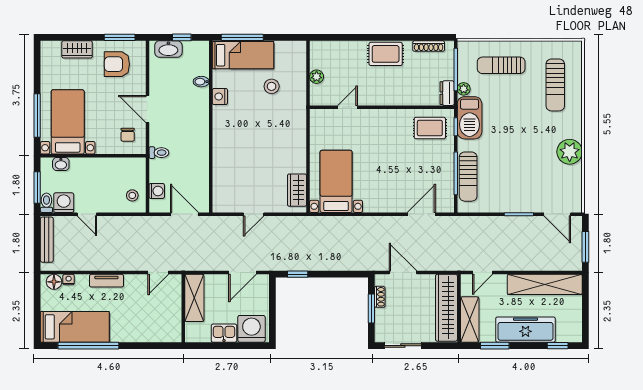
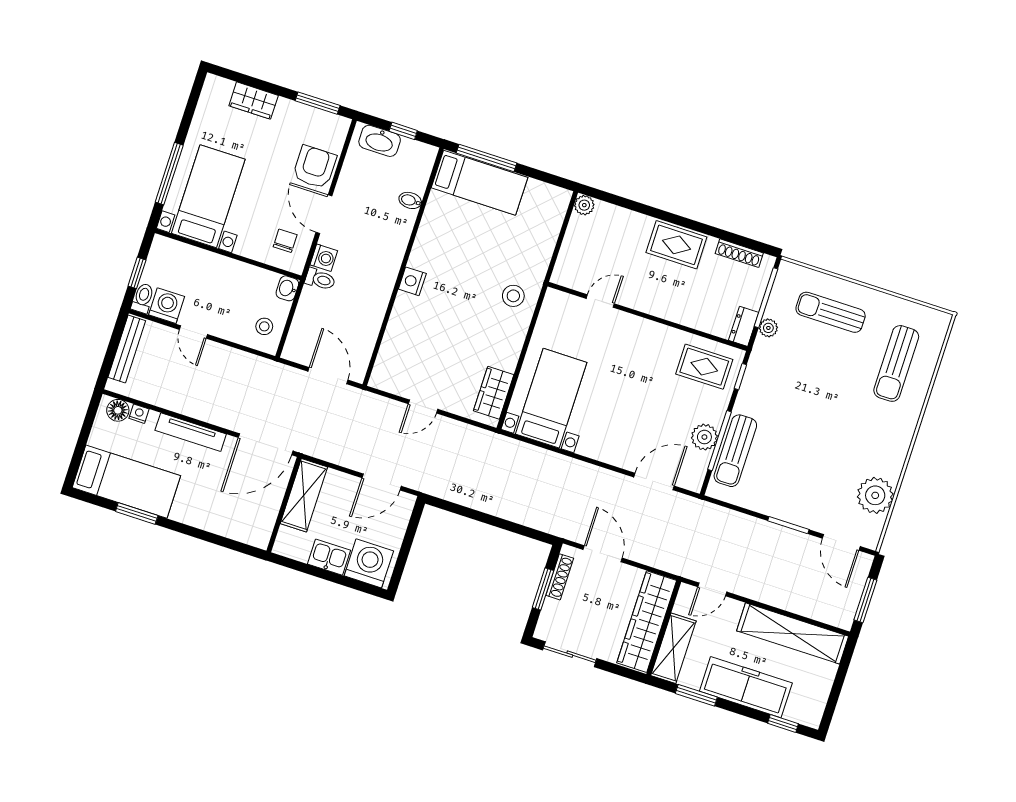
armchair: (117, 64) -> (314, 167), moved, turned 90
plant: (317, 77) -> (584, 205), moved
stool: (272, 86) -> (513, 296), moved
nightstand: (220, 97) -> (412, 281), moved
barbecue: (470, 118) -> (764, 370), removed
chair: (128, 135) -> (285, 241), turned 180
plant: (570, 152) -> (875, 495), moved
washbasin: (61, 164) -> (287, 288), moved, turned 90
plant: (445, 174) -> (704, 437), added
window: (37, 188) -> (137, 273), width x0.67
washing machine: (157, 191) -> (324, 258), moved
door: (158, 273) -> (266, 444), width x1.88
window: (298, 274) -> (457, 509), removed
tv unit: (106, 281) -> (191, 432), width x1.41
shoe rack: (380, 297) -> (560, 577), width x1.43
window: (88, 346) -> (137, 513), width x0.47

